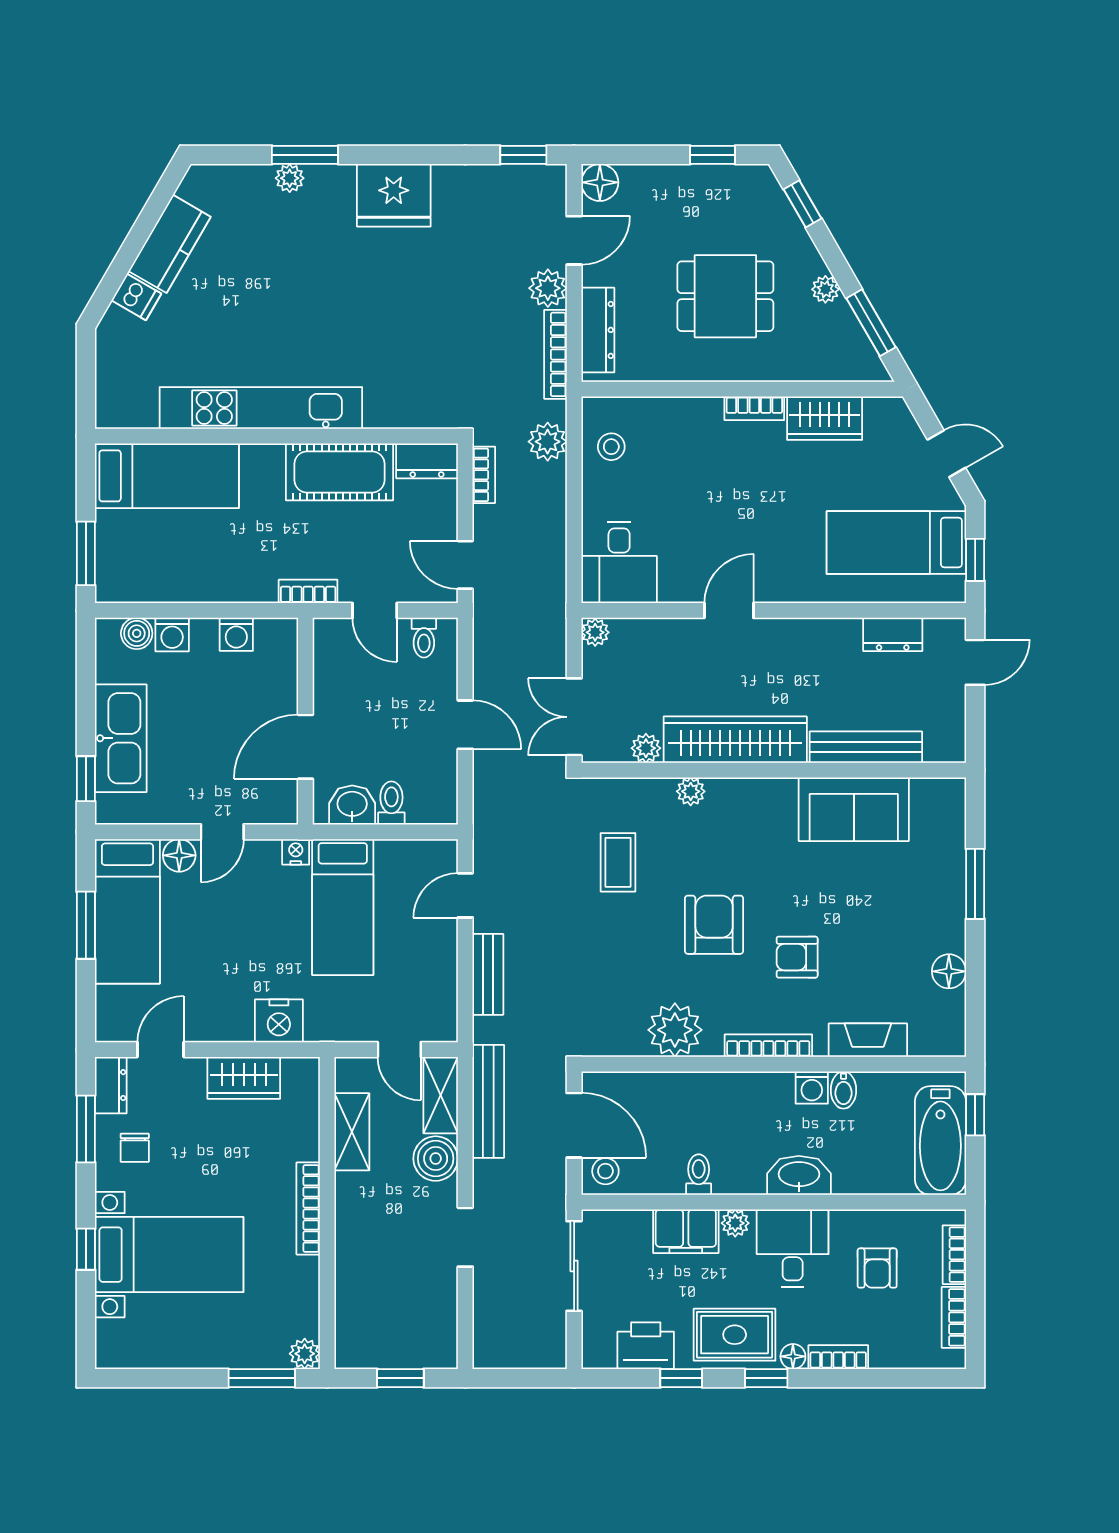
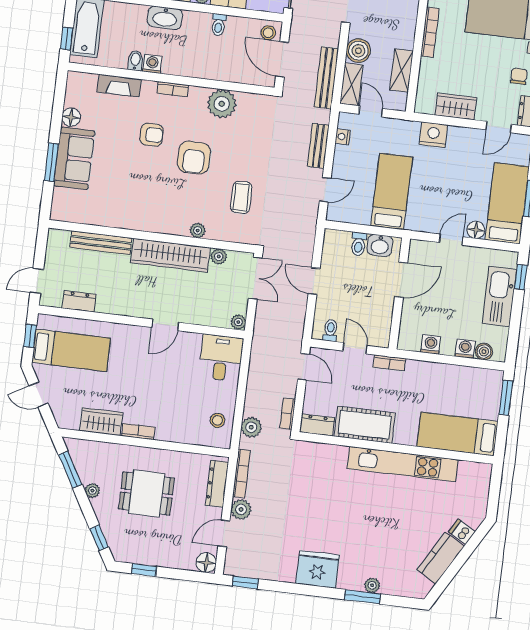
sofa: (854, 809) -> (74, 158), moved, turned 90
nightstand: (296, 852) -> (343, 137), moved, turned 90
bookcase: (768, 1046) -> (173, 89), width x0.64

